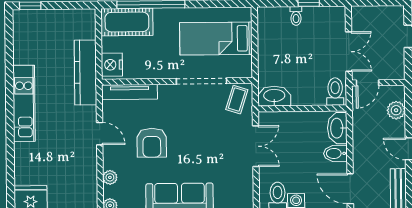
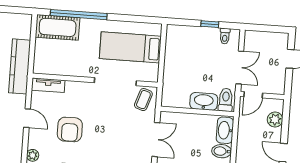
toilet: (296, 16) -> (225, 36), moved
nightstand: (112, 65) -> (42, 62), removed
tv unit: (130, 92) -> (48, 85), width x0.71
washbasin: (274, 96) -> (204, 101), moved

